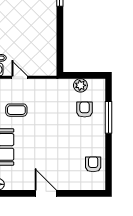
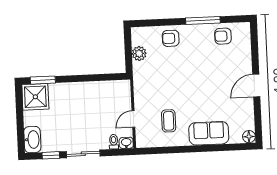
armchair: (85, 109) -> (171, 38), moved
window: (109, 117) -> (203, 21), moved

